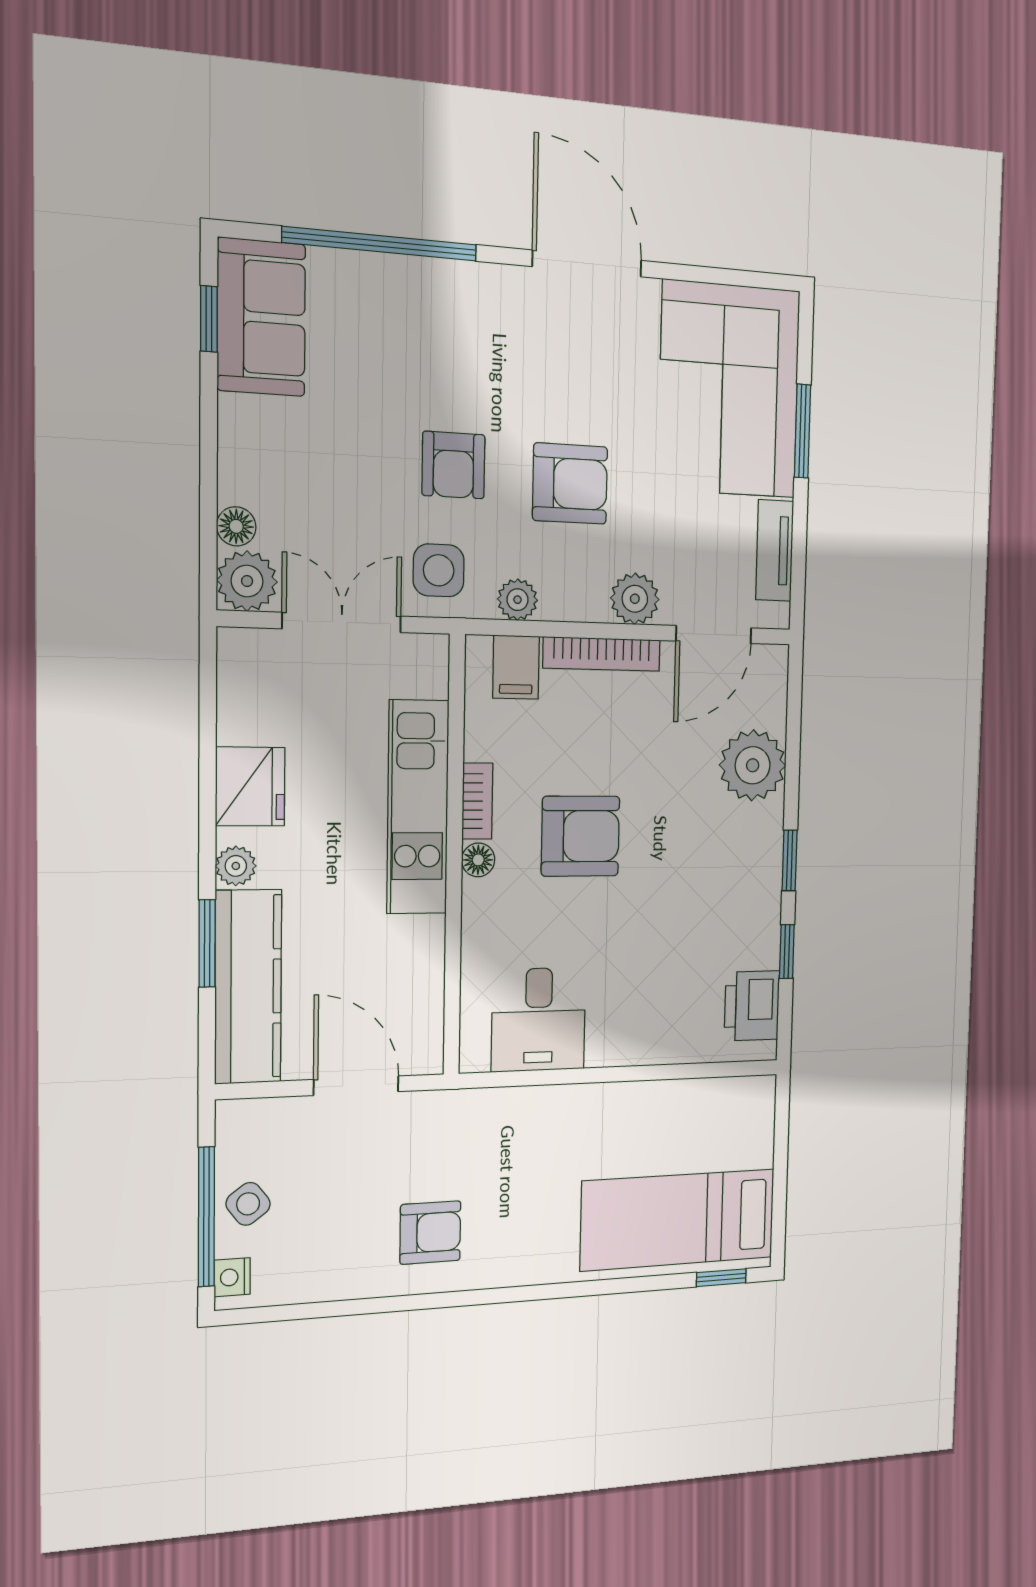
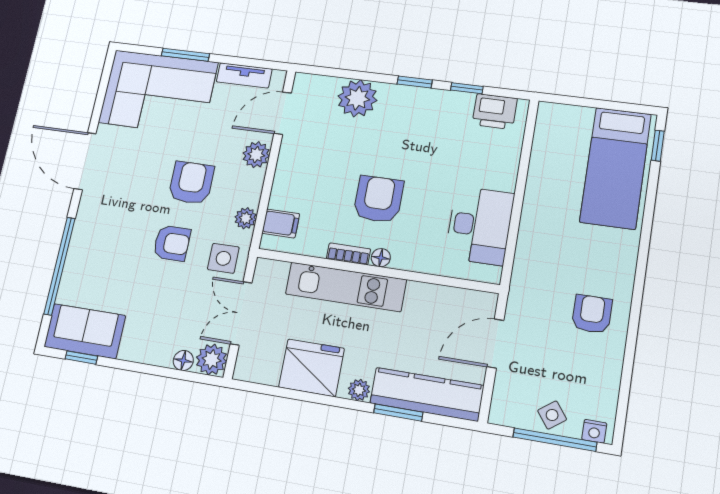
door: (587, 263) -> (85, 161), hinge flipped
door: (714, 635) -> (283, 113), swing flipped
bookcase: (602, 654) -> (282, 176), removed
fridge: (250, 786) -> (312, 368), width x1.36, depth x1.34
desk: (539, 1020) -> (480, 226), width x1.37

